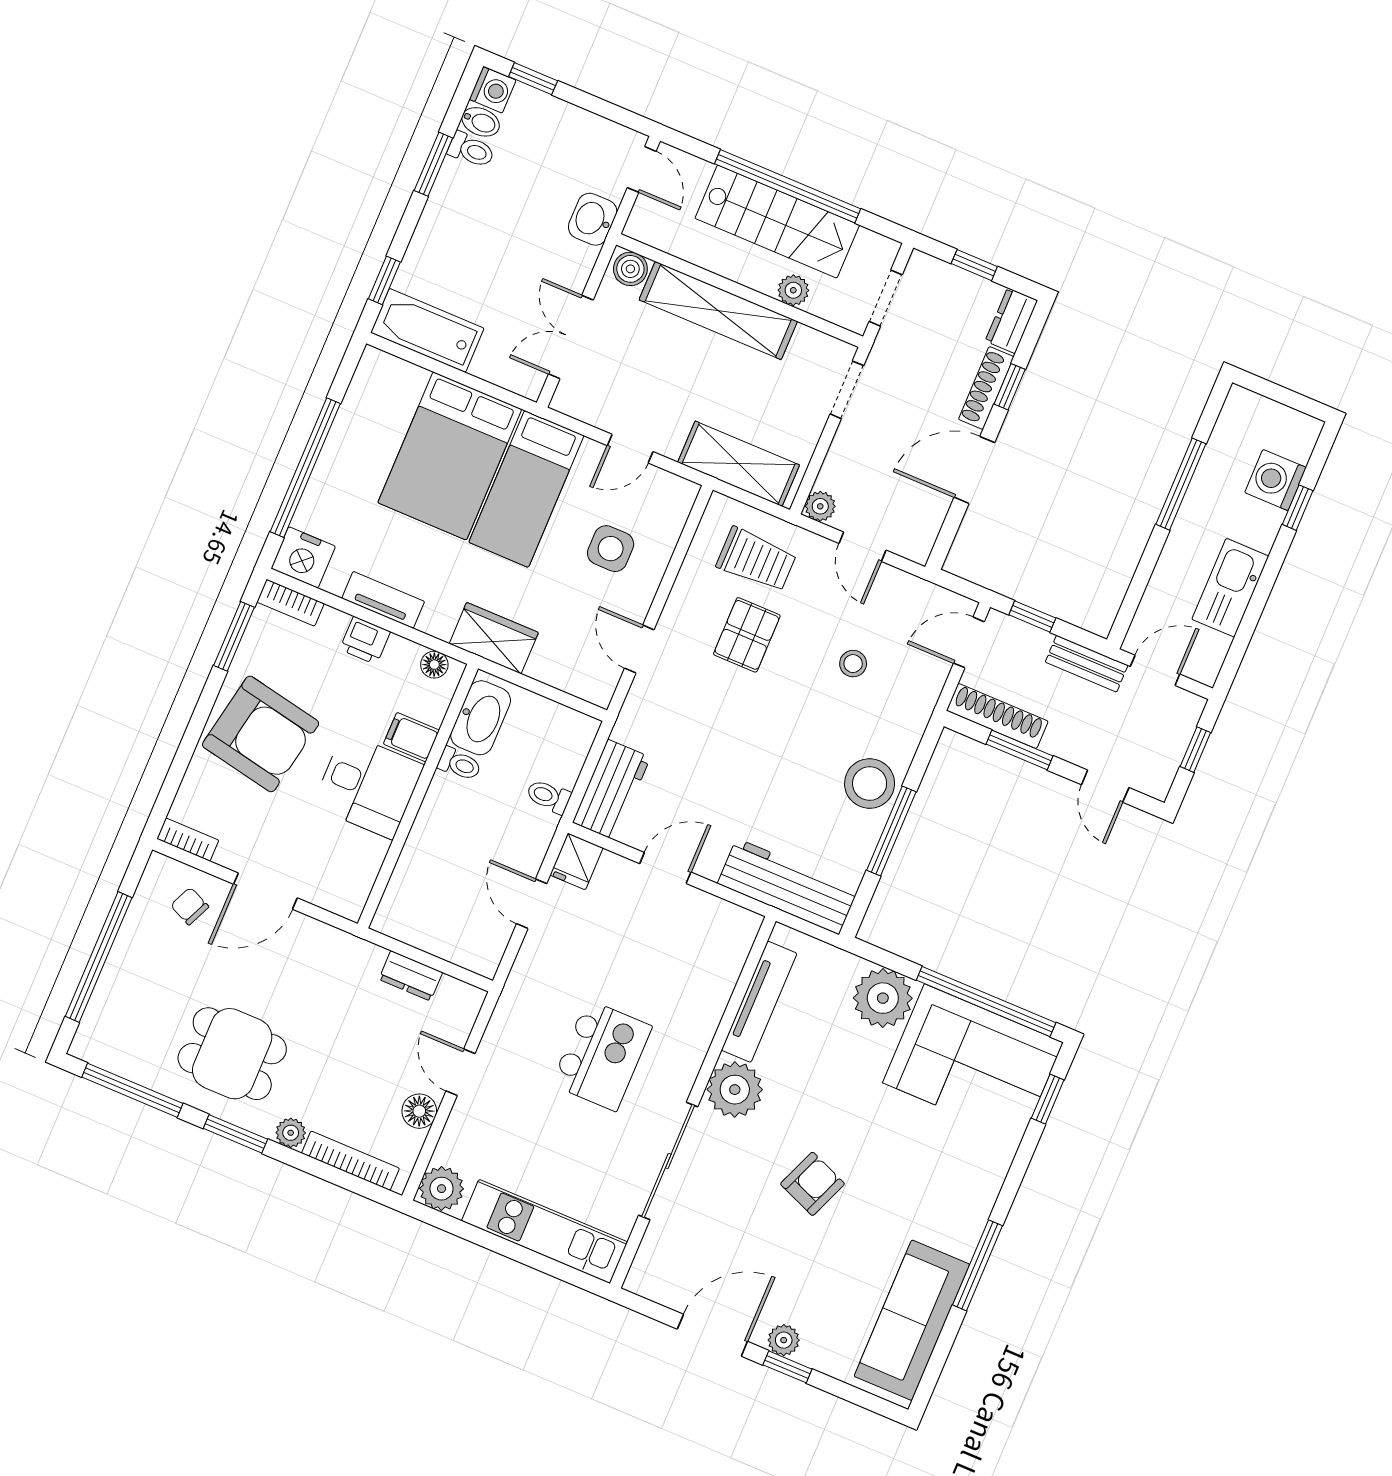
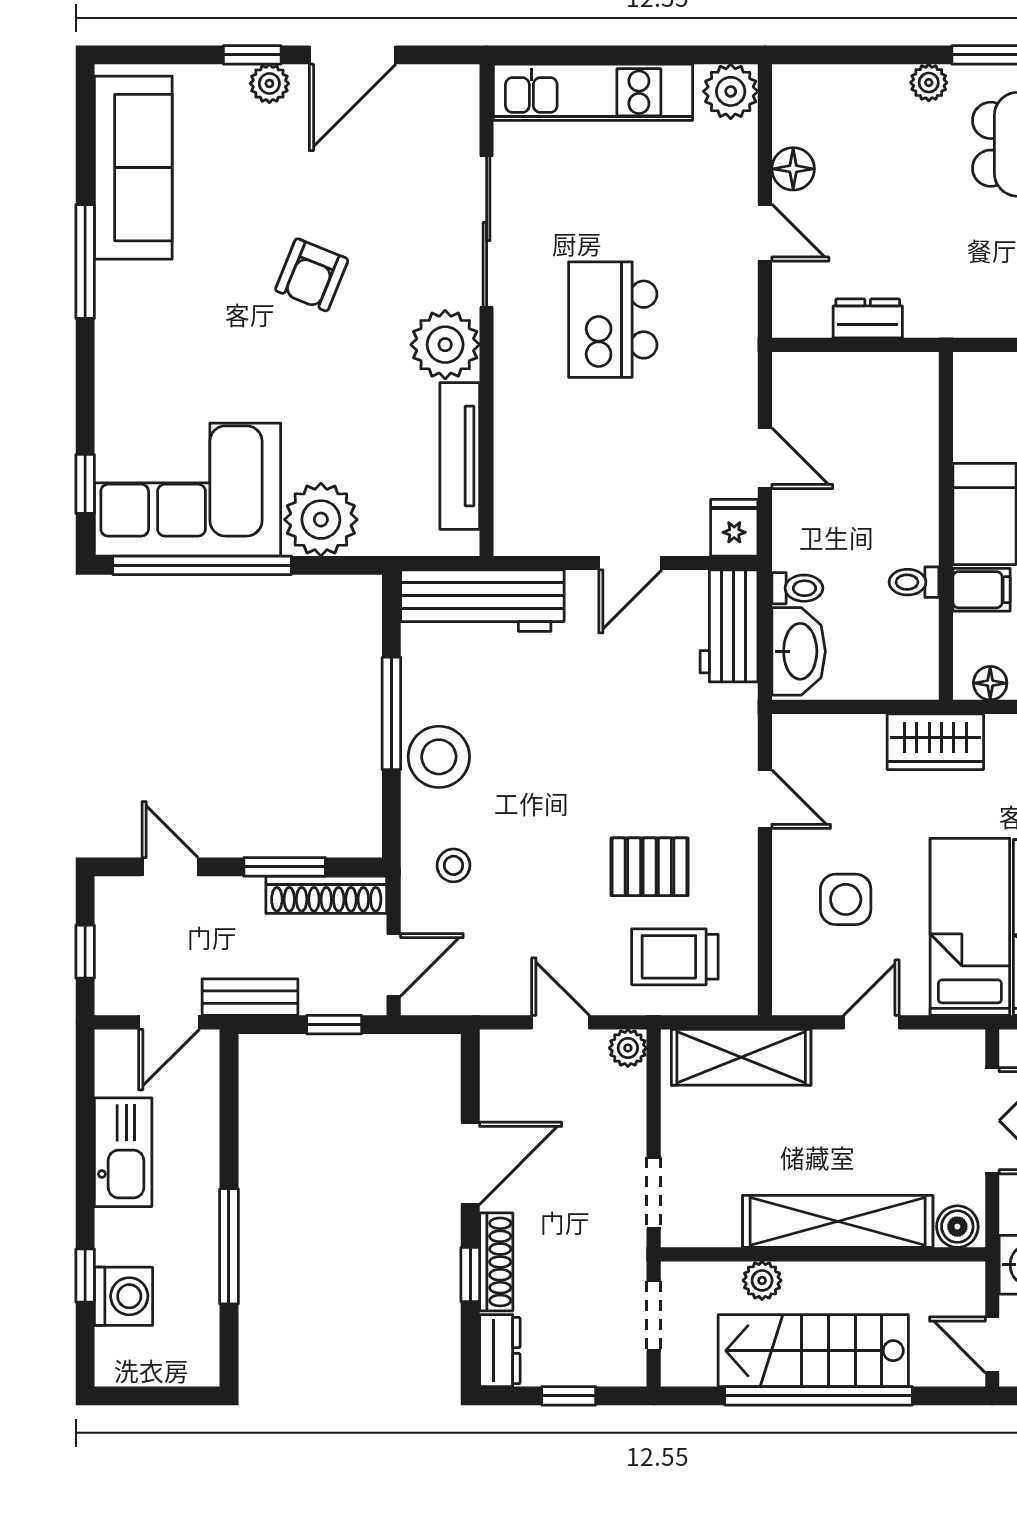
pallet: (747, 635) -> (650, 867), turned 90
stool: (853, 664) -> (454, 865), moved
washbasin: (481, 718) -> (799, 651), moved, turned 180
bookcase: (350, 1161) -> (847, 79), removed

